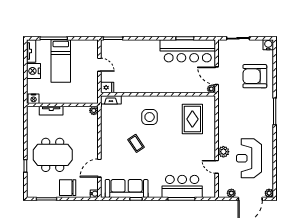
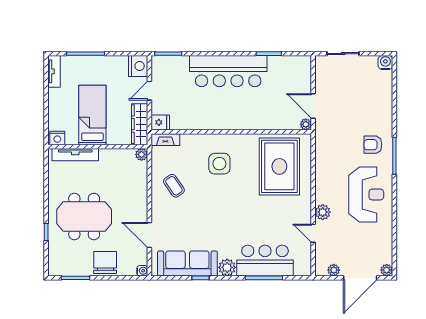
bar counter: (188, 51) -> (228, 71), moved
bed: (61, 61) -> (92, 115), moved, turned 180
door: (99, 65) -> (149, 91), swing flipped
nightstand: (34, 71) -> (138, 66), moved, turned 180
armchair: (255, 76) -> (373, 145), moved, width x0.53, depth x0.53
wardrobe: (92, 89) -> (140, 124), added
tv unit: (51, 111) -> (75, 155), width x1.41
rug: (192, 119) -> (279, 166), width x1.37, depth x1.44
coffee table: (136, 143) -> (174, 186), moved
reception desk: (249, 158) -> (366, 194), moved, turned 180
door: (99, 168) -> (149, 235), hinge flipped
chair: (68, 188) -> (105, 262), turned 90
plant: (155, 191) -> (227, 267), added

